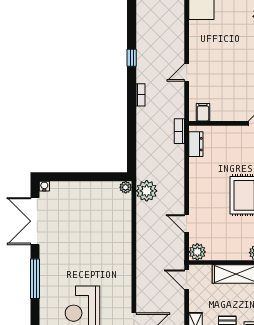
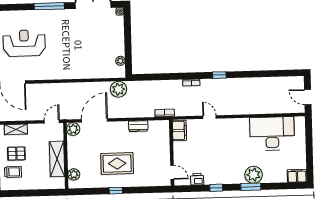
filing cabinet: (203, 112) -> (179, 130), width x2.00
dresser: (196, 144) -> (138, 126), moved
plant: (126, 187) -> (120, 61), moved
door: (187, 224) -> (94, 120), width x1.87

